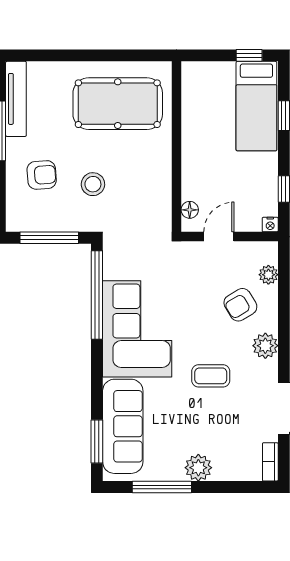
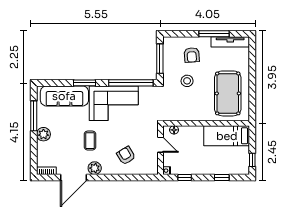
bed: (256, 106) -> (227, 136), moved
plant: (268, 275) -> (141, 170), removed
plant: (265, 346) -> (95, 168), moved
window: (97, 441) -> (85, 83), moved

